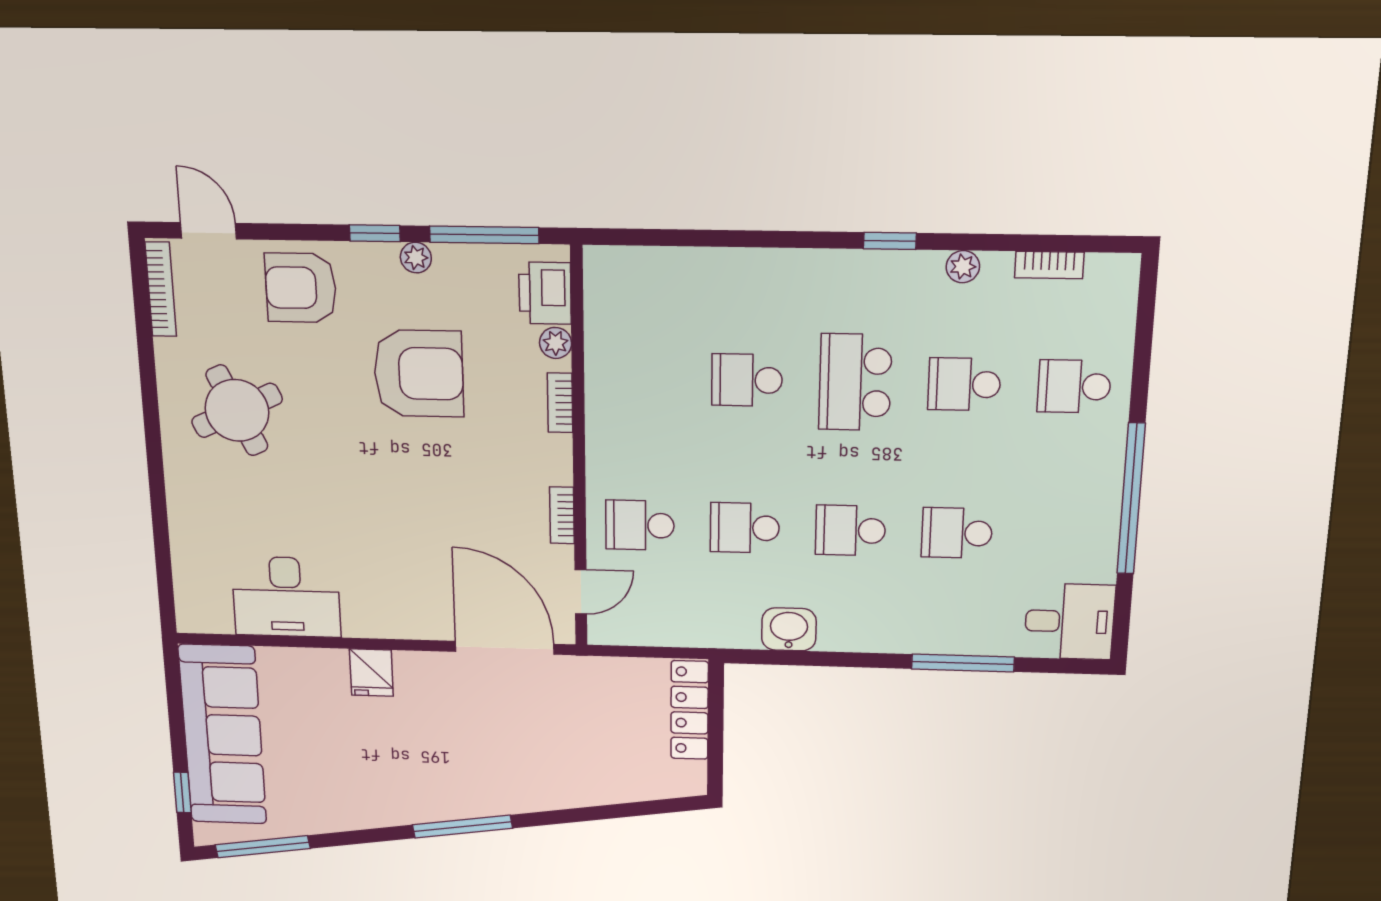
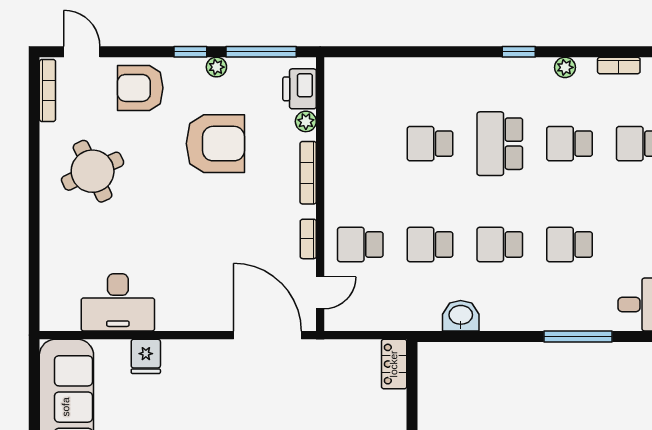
bookcase: (560, 403) -> (308, 173), width x1.56
fridge: (371, 673) -> (146, 356), moved
locker: (690, 710) -> (394, 364), width x0.66

